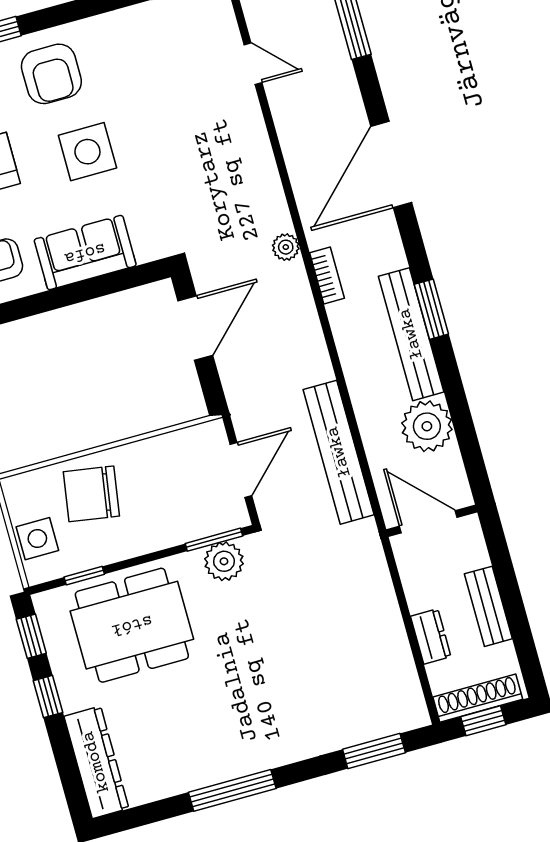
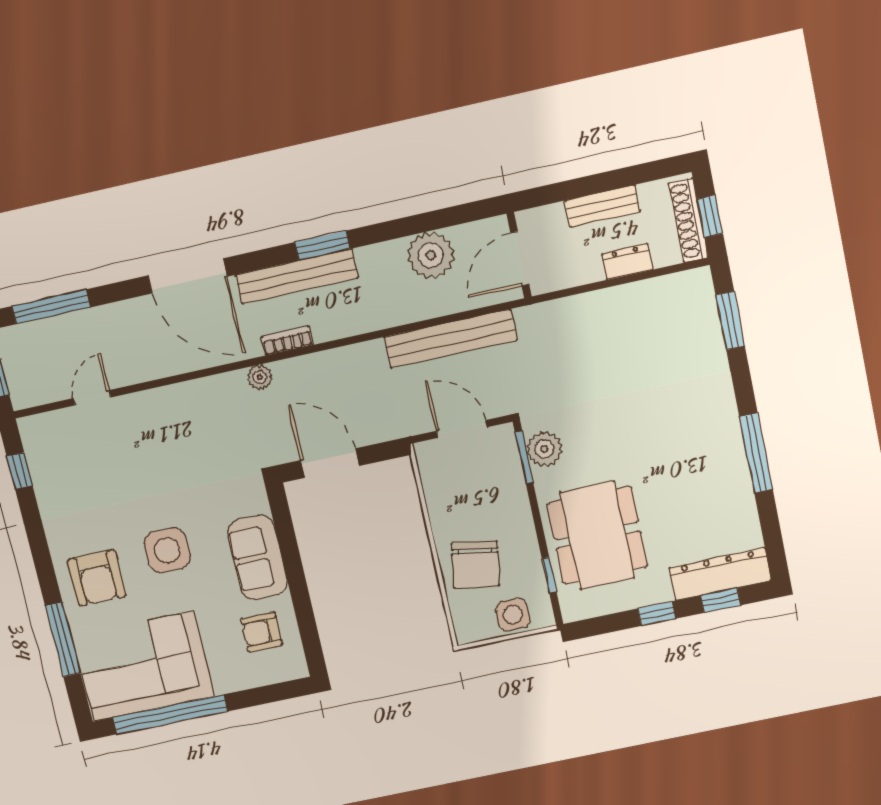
armchair: (51, 74) -> (97, 578), turned 90
bench: (411, 334) -> (297, 276), moved
window: (31, 636) -> (721, 600), moved

